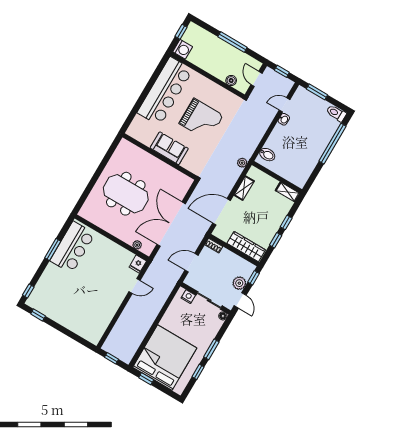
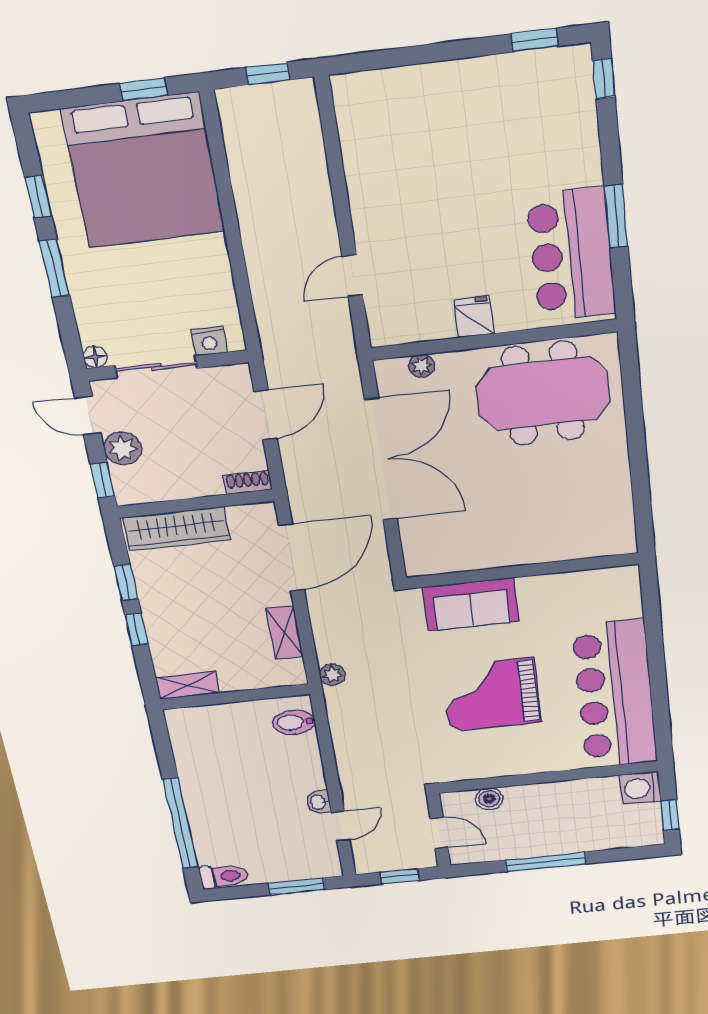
sofa: (169, 148) -> (471, 604), moved
meeting table: (126, 194) -> (543, 393), moved
fridge: (138, 264) -> (474, 317), moved

